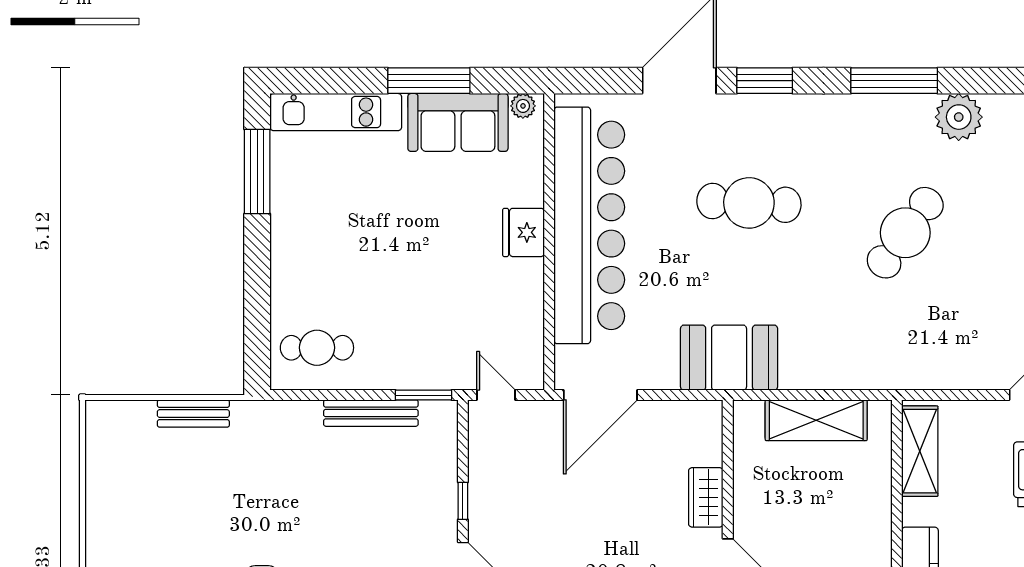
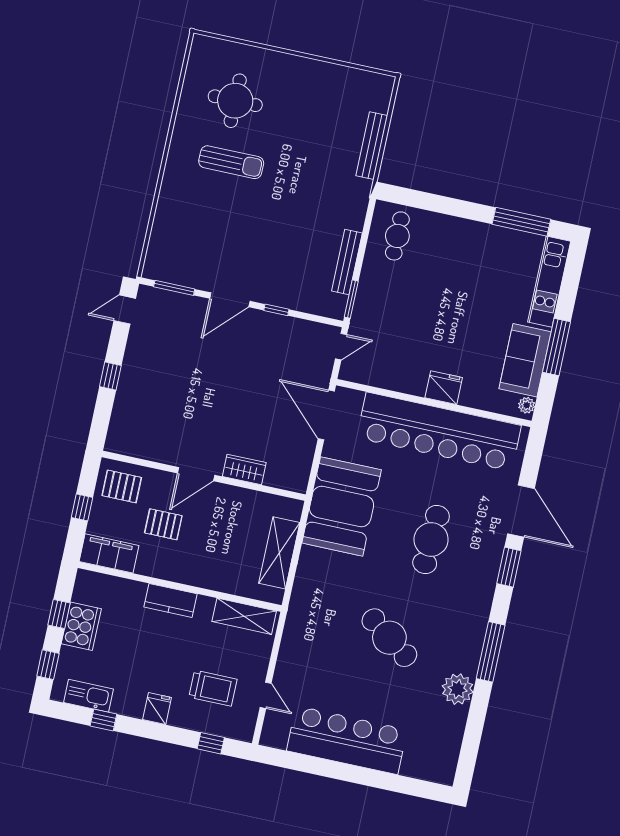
booth: (729, 358) -> (342, 506), width x1.36, depth x1.42
bench: (193, 414) -> (372, 146), width x1.36

